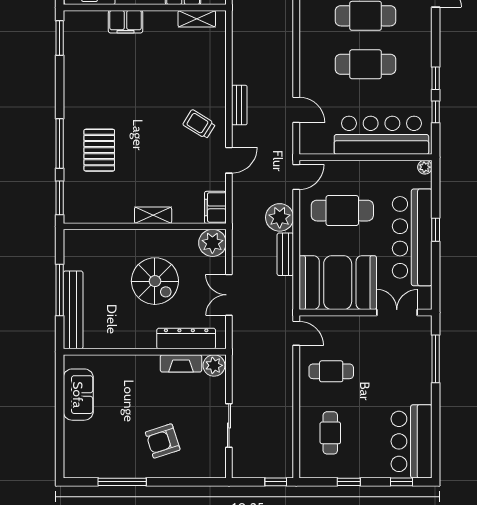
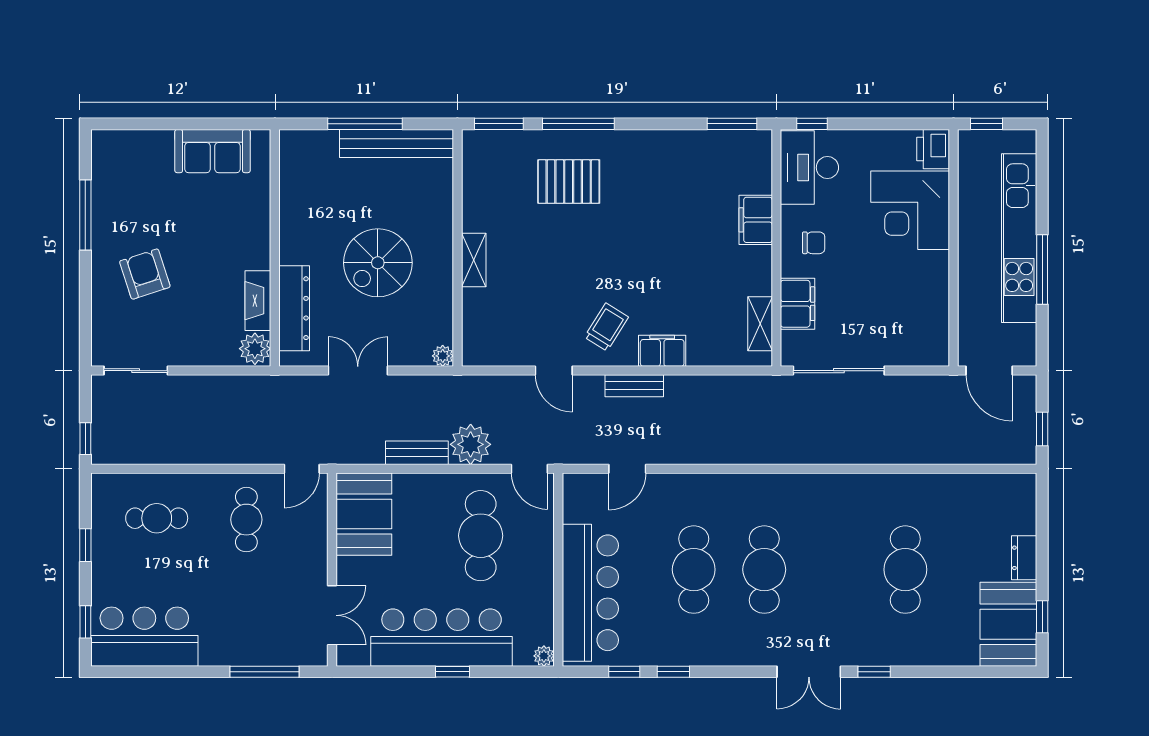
filing cabinet: (215, 207) -> (662, 351), moved
plant: (212, 243) -> (443, 356), width x0.53, depth x0.53
booth: (338, 283) -> (364, 514), width x0.73, depth x0.70
bench: (73, 310) -> (396, 143), moved
sliding door: (229, 426) -> (136, 371), moved

